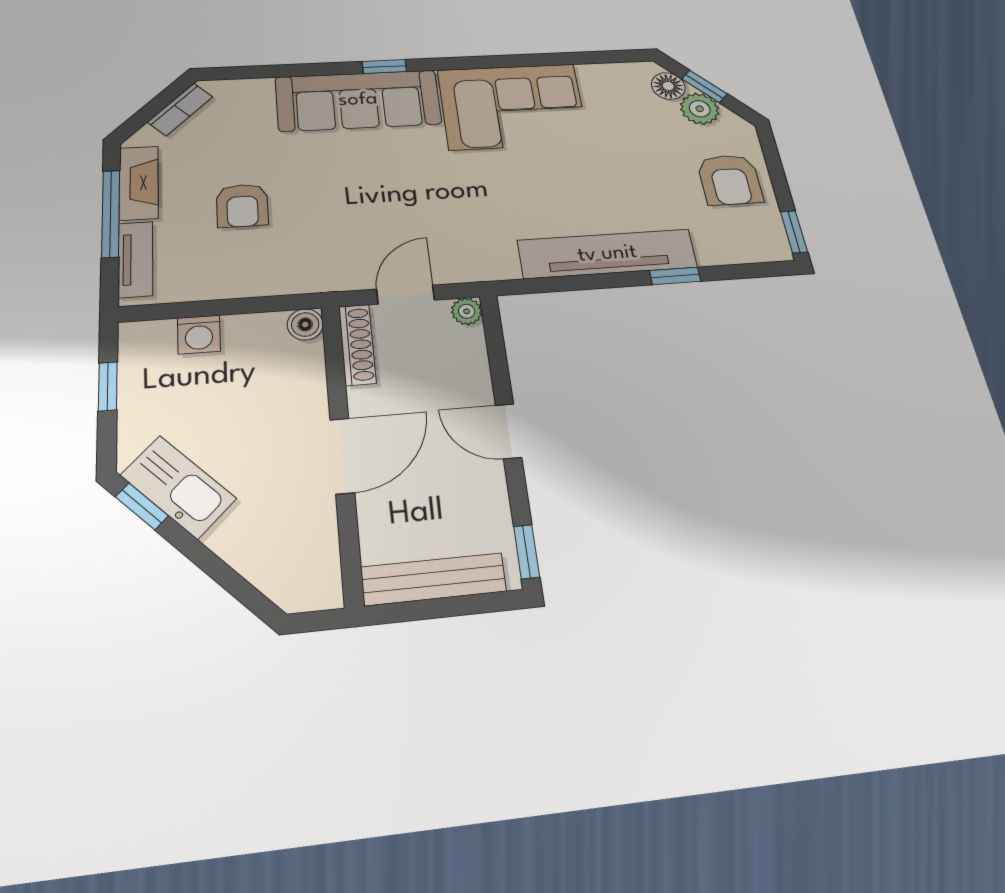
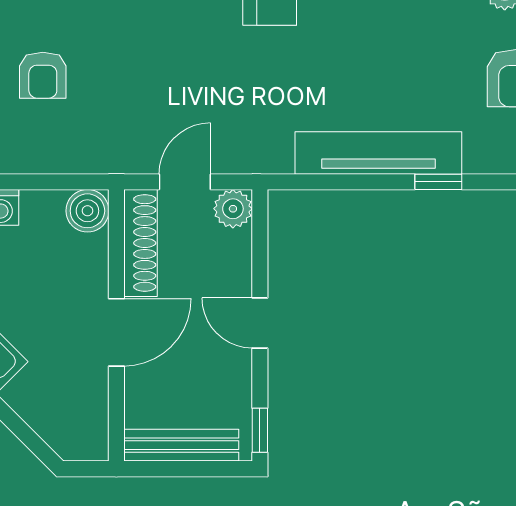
plant: (467, 311) -> (233, 209), width x1.38, depth x1.38
boiler: (305, 324) -> (87, 211), width x1.36, depth x1.36
shoe rack: (357, 345) -> (140, 243), width x1.36, depth x1.24

